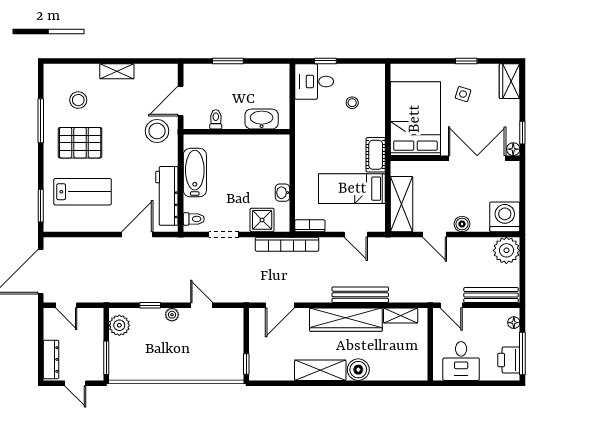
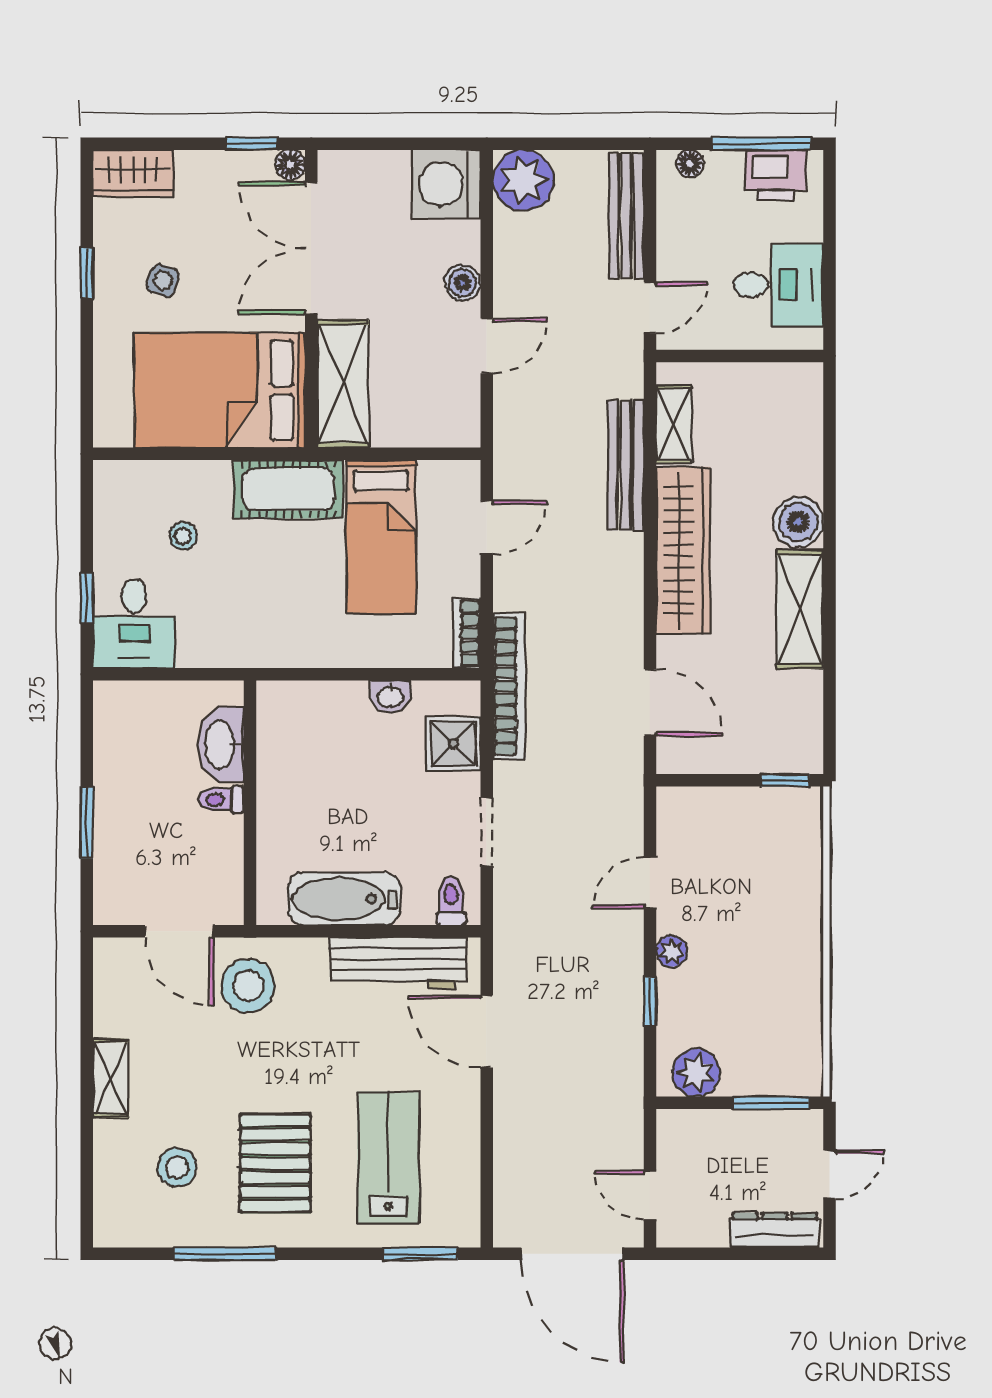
toilet: (216, 119) -> (222, 800), moved
cot: (376, 155) -> (288, 489), width x1.37, depth x1.34
shelving: (402, 204) -> (343, 384), moved, turned 90
bench: (360, 295) -> (626, 465), moved
door: (66, 305) -> (650, 1195), swing flipped

